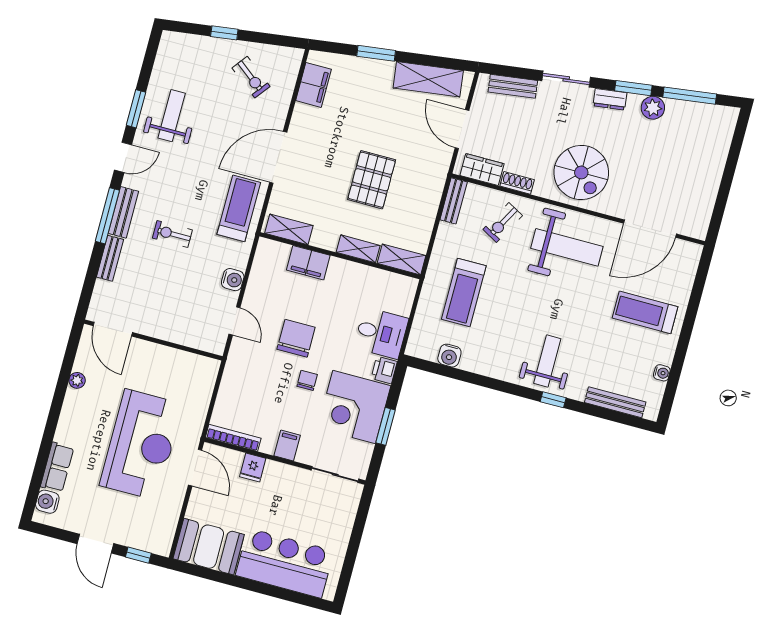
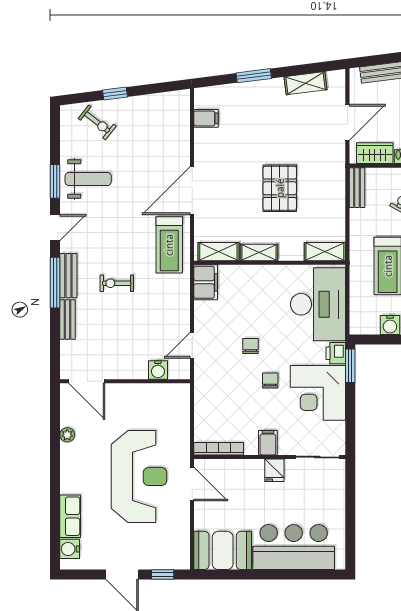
exercise bike: (251, 77) -> (97, 122), moved
shelving: (428, 79) -> (306, 83), width x0.67, depth x0.75
filing cabinet: (313, 85) -> (206, 118), width x0.50
weight bench: (172, 116) -> (88, 179), turned 90
door: (462, 129) -> (347, 122), swing flipped
treadmill: (239, 208) -> (169, 245), turned 180
shelving: (358, 249) -> (259, 252), moved
filing cabinet: (308, 263) -> (206, 282), moved, turned -90
water cooler: (233, 280) -> (158, 370), moved, turned 90
door: (234, 321) -> (192, 345), swing flipped
desk: (381, 333) -> (318, 304), width x1.87, depth x1.30
chair: (296, 338) -> (251, 346), width x0.54, depth x0.54
window: (386, 426) -> (350, 366), moved
fridge: (253, 468) -> (274, 470), moved

